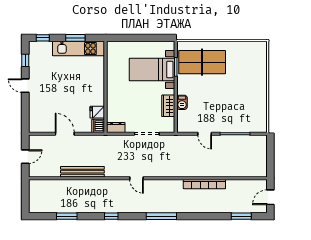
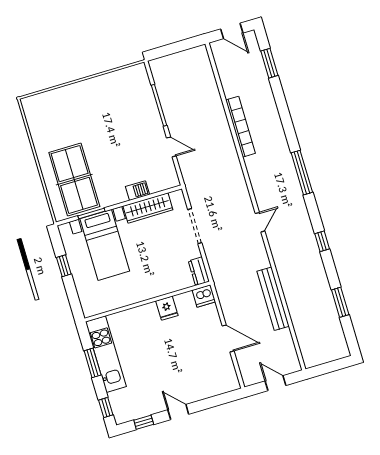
window: (146, 38) -> (64, 266), added
door: (25, 86) -> (178, 412), swing flipped
wardrobe: (168, 106) -> (148, 208), width x1.50
fridge: (97, 112) -> (167, 308), moved
door: (65, 134) -> (228, 338), swing flipped
door: (205, 134) -> (171, 147), hinge flipped

